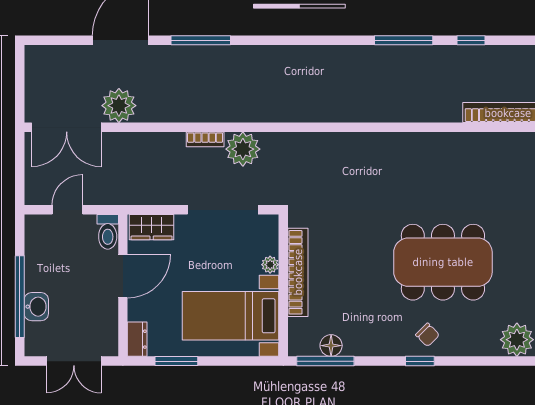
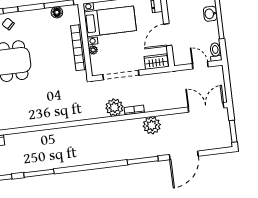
window: (20, 75) -> (233, 131), added
plant: (119, 106) -> (152, 125), moved
door: (68, 210) -> (200, 65), swing flipped
toilet: (108, 232) -> (216, 52), moved

